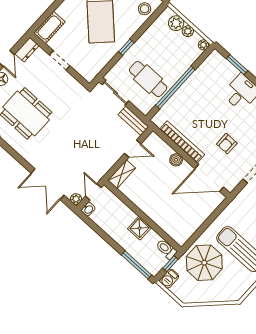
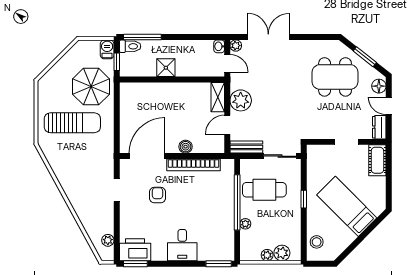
plant: (203, 45) -> (245, 224), moved
window: (237, 65) -> (219, 264), moved
plant: (108, 157) -> (241, 100), added
toilet: (166, 249) -> (130, 46), moved

